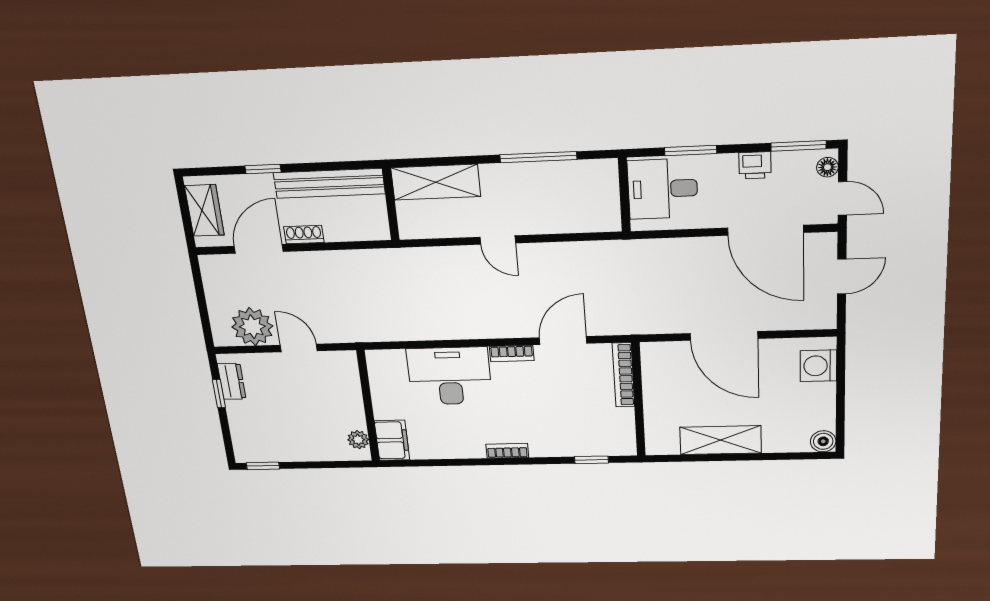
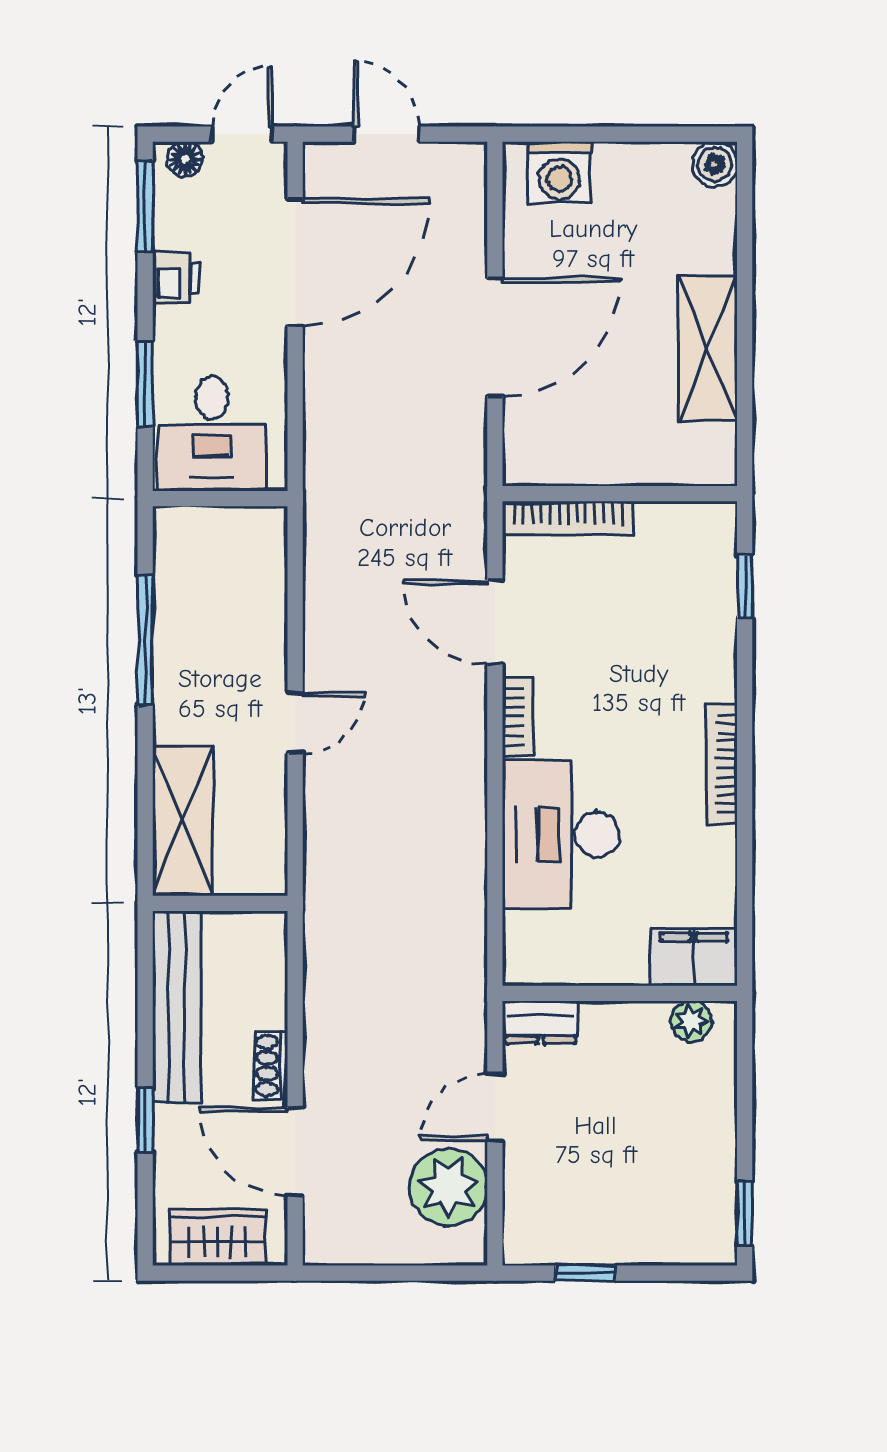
dresser: (232, 381) -> (540, 1022), moved, turned 180
bookcase: (507, 451) -> (722, 764), width x1.56

